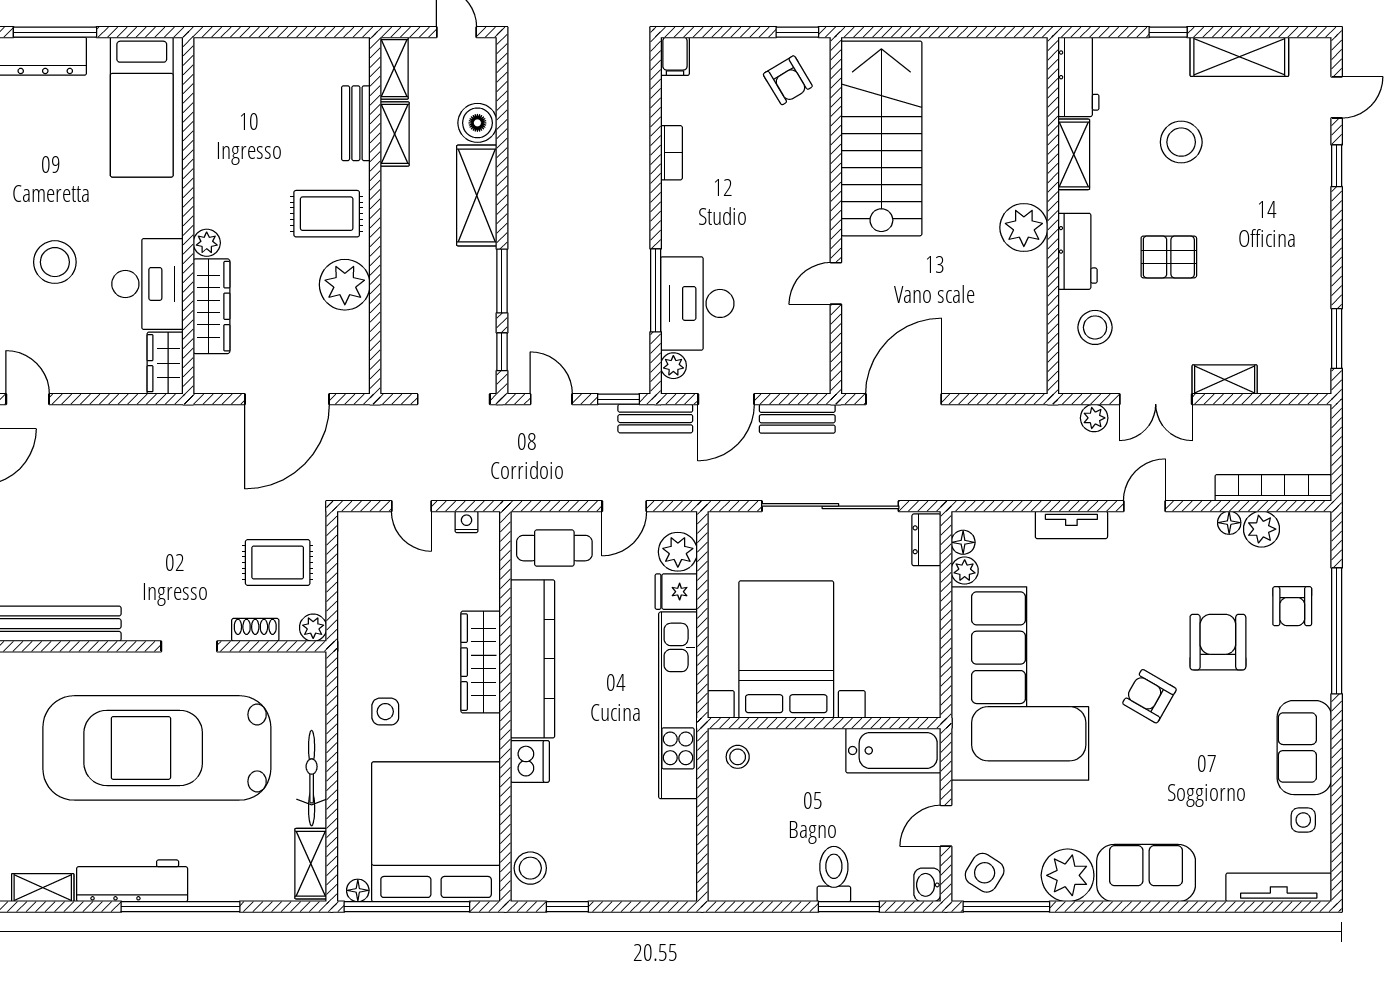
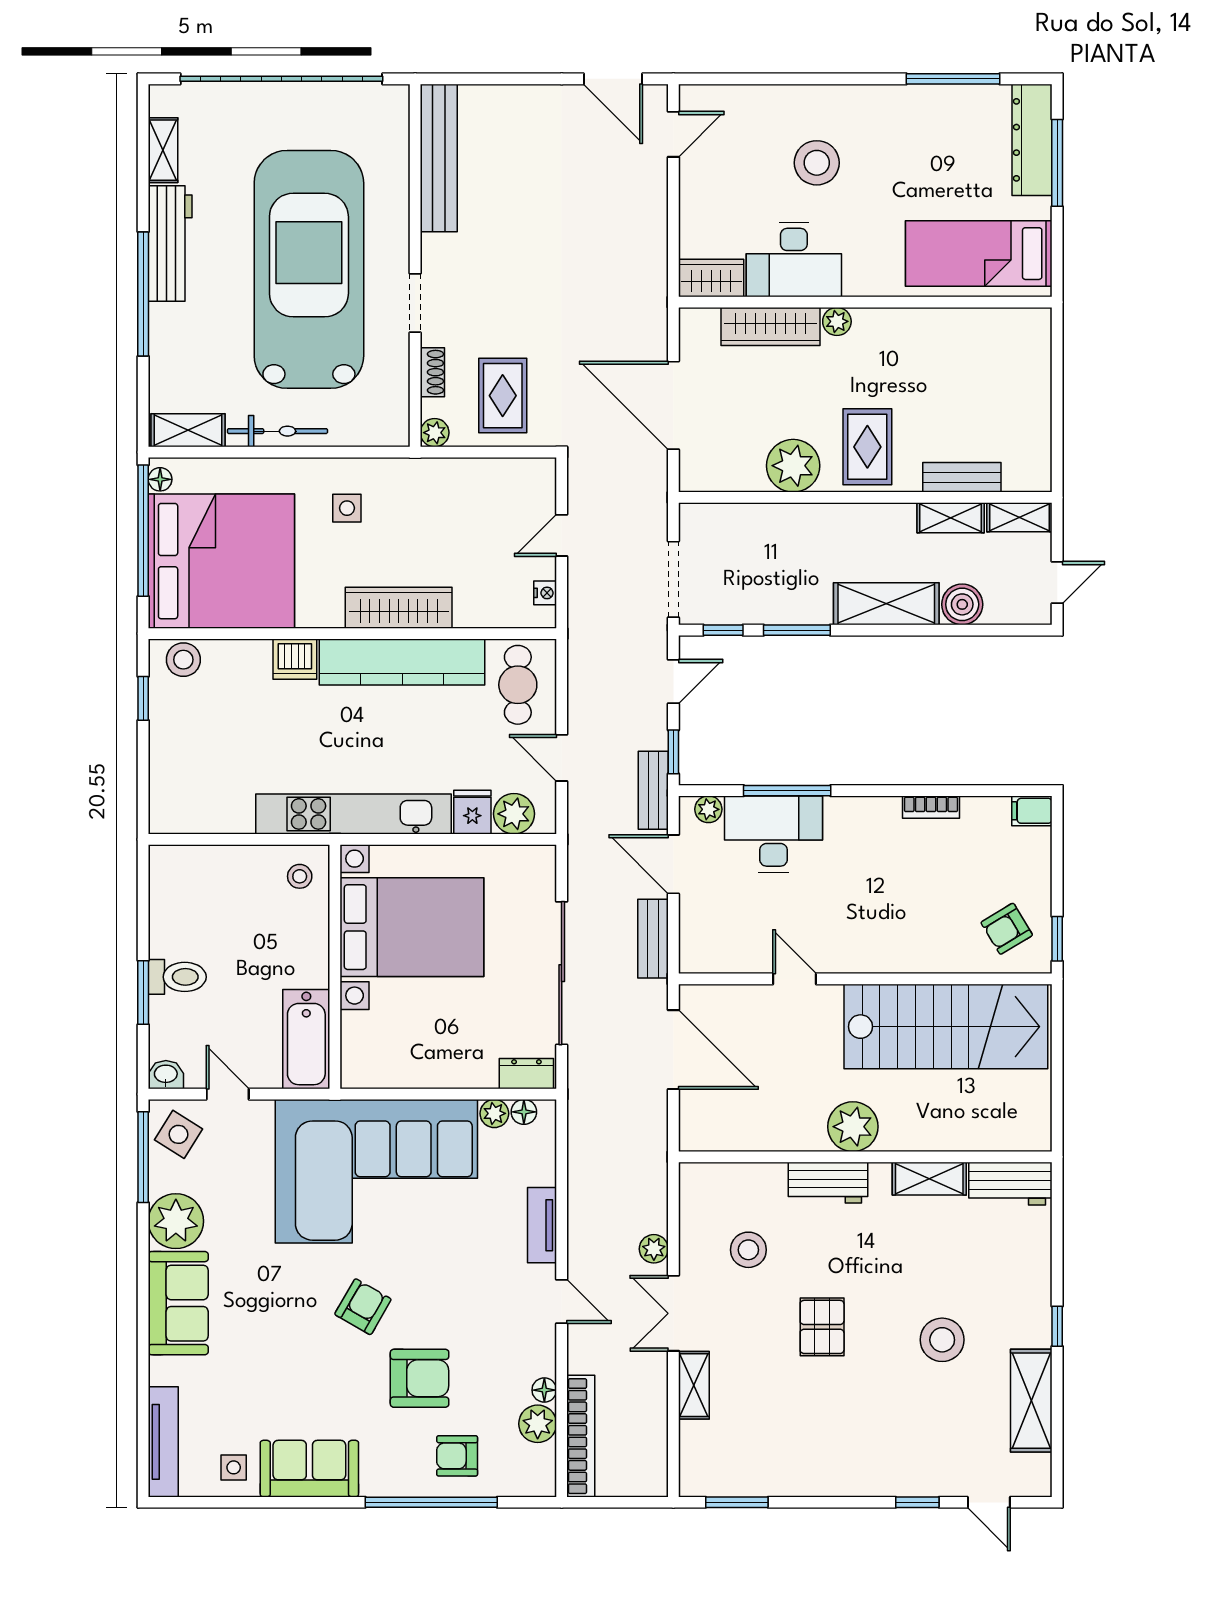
workbench: (1078, 77) -> (1010, 1184), moved
shelving: (1074, 154) -> (929, 1179), moved
wall: (1053, 216) -> (865, 1157), moved
plant: (1024, 228) -> (853, 1127), moved
workbench: (1077, 251) -> (828, 1183), moved

